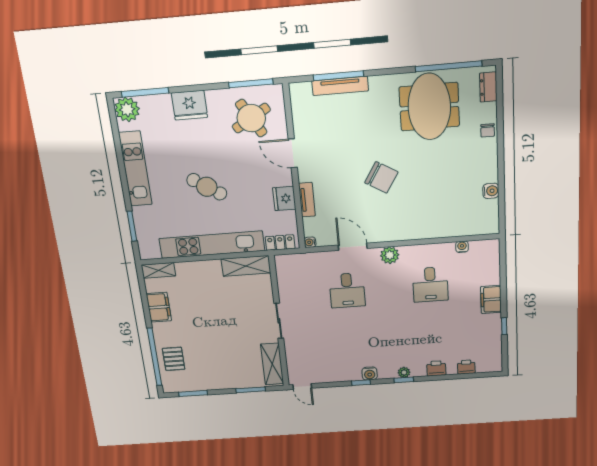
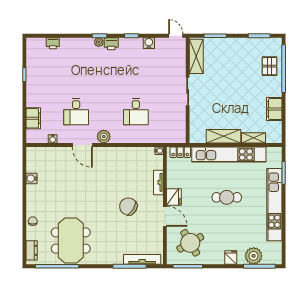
tv unit: (340, 86) -> (142, 259), moved
fridge: (189, 105) -> (231, 257), width x0.53, depth x0.75
plant: (127, 109) -> (254, 256), moved
kitchen unit: (135, 169) -> (274, 205), width x1.36
chair: (381, 177) -> (128, 206), moved
cafe table: (207, 187) -> (227, 197), turned -33
fridge: (284, 198) -> (174, 197), moved
door: (353, 247) -> (82, 145), moved
shelving: (246, 266) -> (224, 136), moved
shelving: (158, 270) -> (254, 138), moved
desk: (430, 285) -> (76, 112), turned 180
desk: (347, 290) -> (136, 112), turned 180
filing cabinet: (491, 299) -> (33, 118), moved
printer: (436, 368) -> (111, 44), moved
water cooler: (370, 374) -> (149, 43), moved

